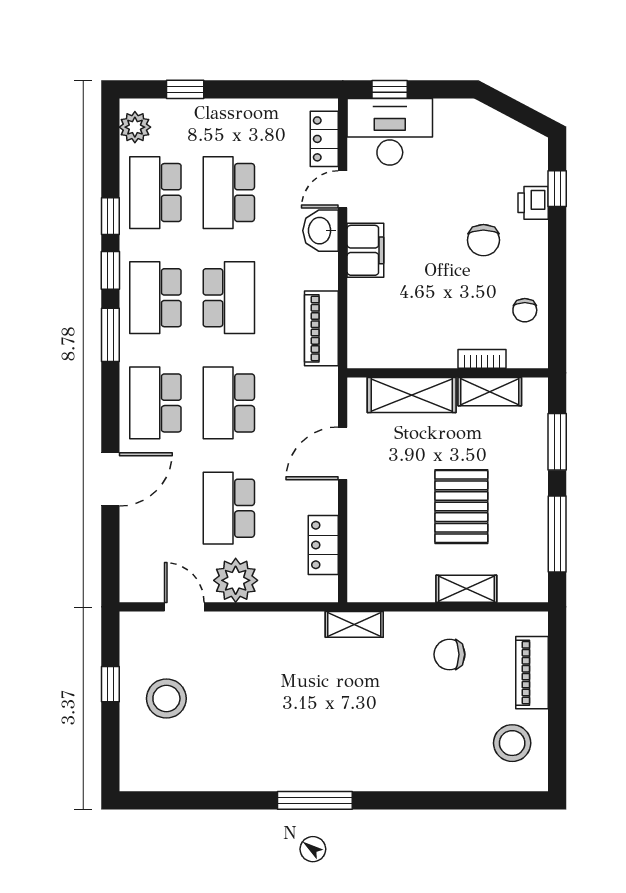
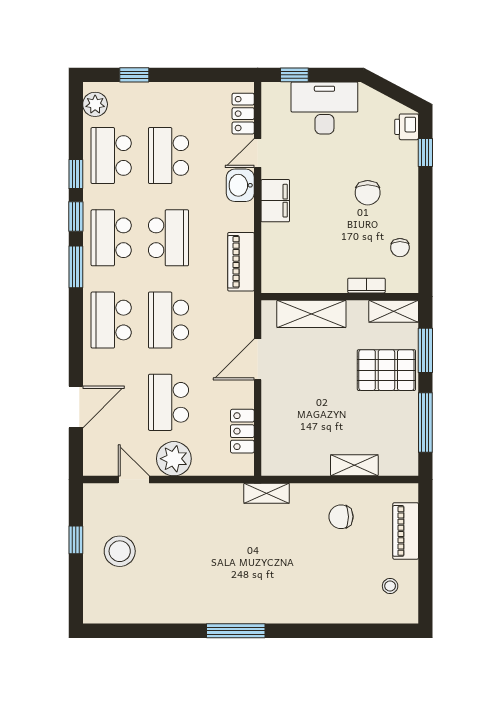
desk: (390, 132) -> (324, 108), moved
printer: (533, 203) -> (407, 127), moved
shelving: (490, 392) -> (394, 311), moved
door: (110, 479) -> (76, 407), moved
pallet: (461, 507) -> (386, 370), moved, turned 90
stool: (512, 743) -> (390, 586), width x0.53, depth x0.53

